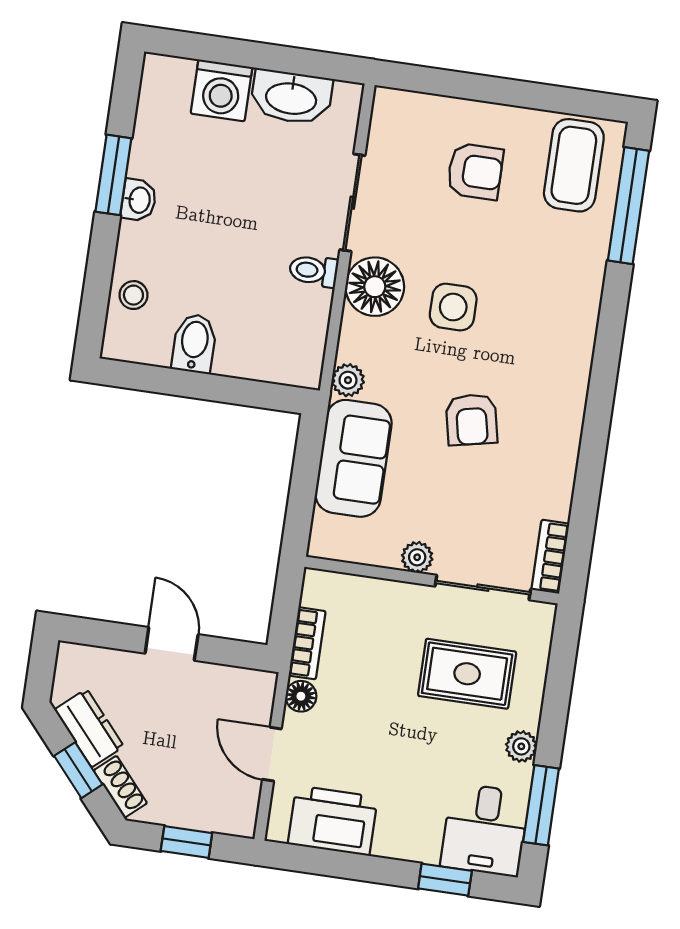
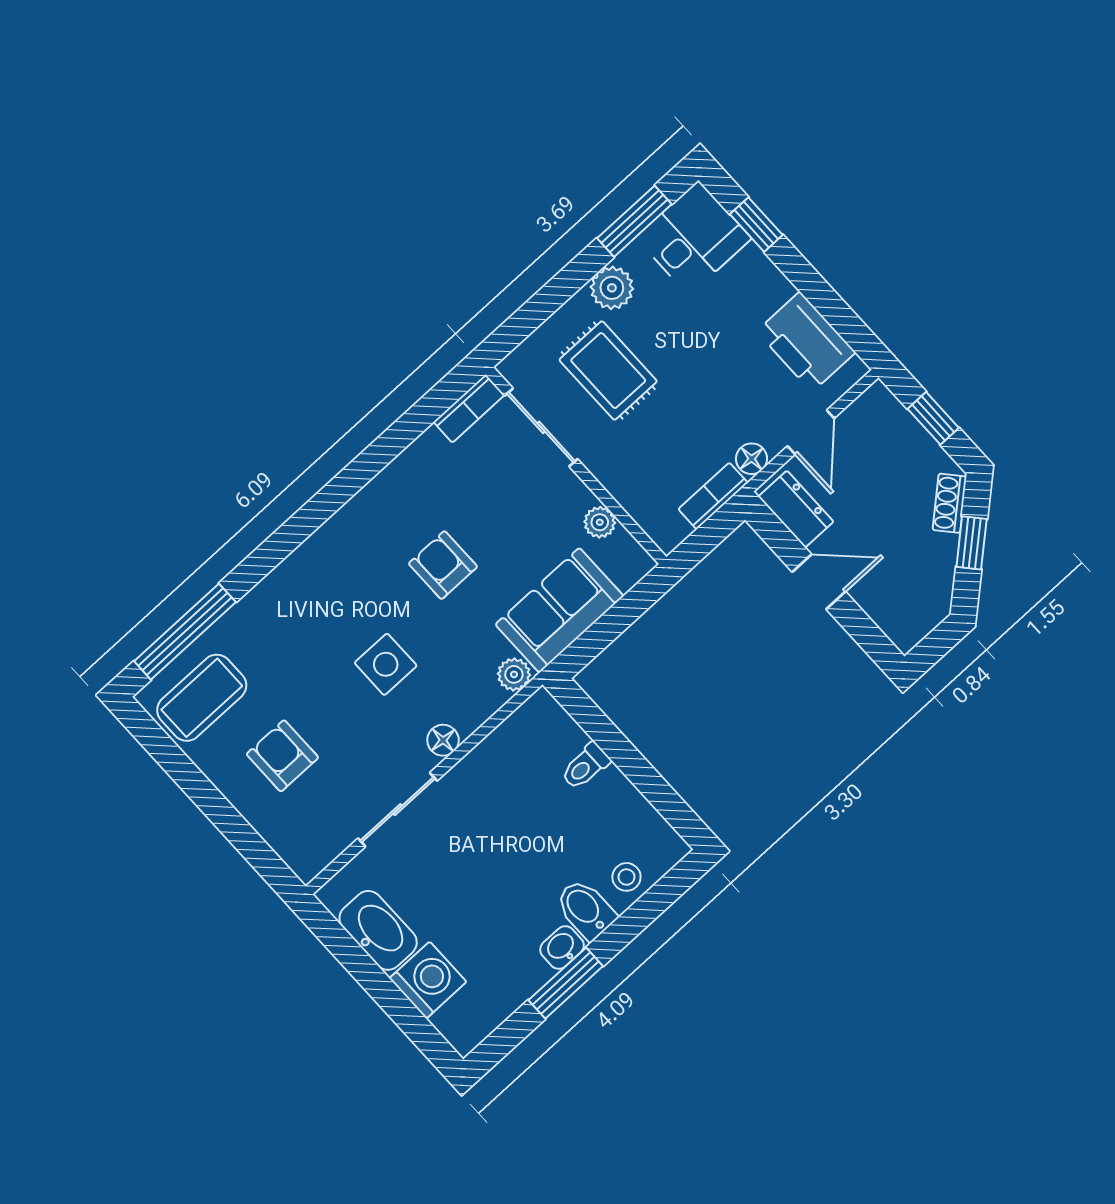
toilet: (314, 271) -> (585, 766), moved, turned 90
floor lamp: (375, 287) -> (443, 740), width x0.53, depth x0.53
bidet: (194, 343) -> (585, 909), moved, turned 90
armchair: (472, 420) -> (443, 565), turned -78
plant: (417, 557) -> (600, 522), moved
door: (172, 644) -> (819, 582), swing flipped
dresser: (89, 728) -> (796, 509), moved, turned 131
plant: (521, 746) -> (612, 288), width x1.38, depth x1.38

